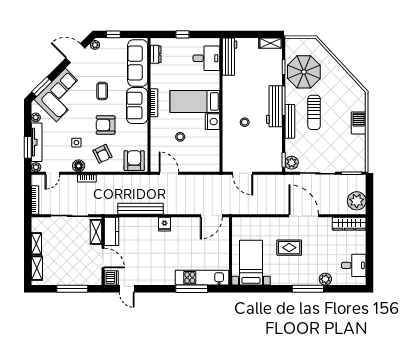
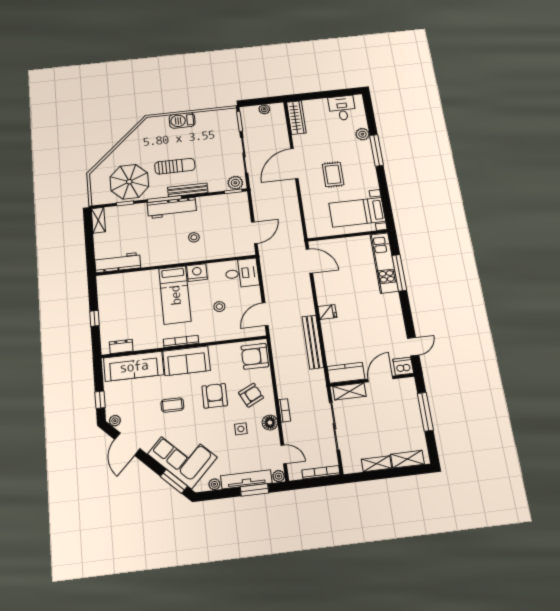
desk: (206, 58) -> (242, 273), moved, turned 90
armchair: (106, 125) -> (215, 396), turned 180
plant: (357, 201) -> (264, 109), width x0.53, depth x0.53

